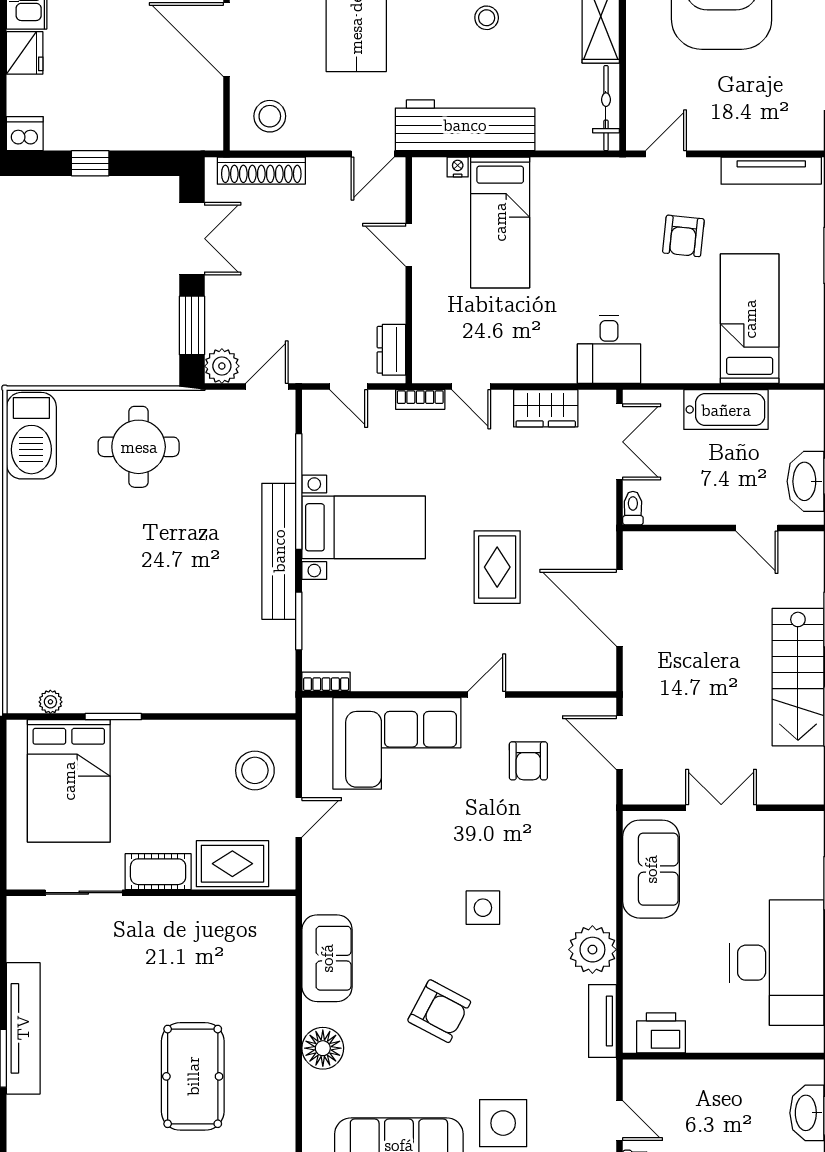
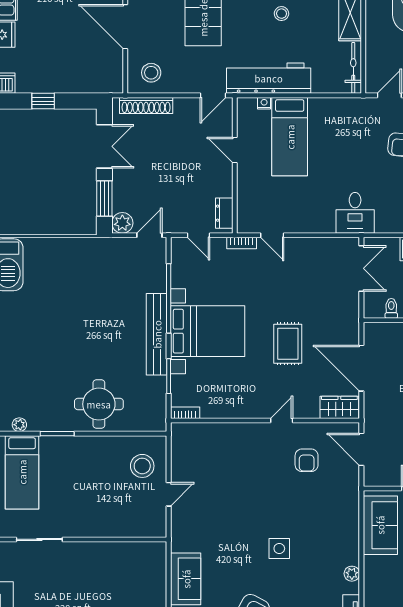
wardrobe: (546, 408) -> (339, 407), moved, turned 180
round table: (139, 447) -> (99, 404), moved
toilet: (633, 508) -> (391, 308), moved
bed with nightstands: (364, 527) -> (208, 331), width x1.36
corner sofa: (397, 743) -> (228, 450), removed
bed: (69, 781) -> (22, 472), width x0.67
rug: (232, 864) -> (129, 522), removed
cot: (158, 872) -> (84, 527), removed
plant: (592, 950) -> (352, 574), width x0.53, depth x0.53

